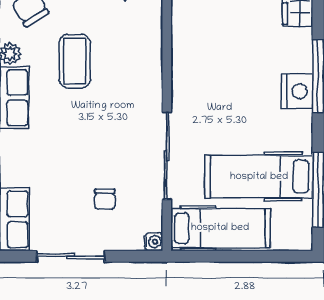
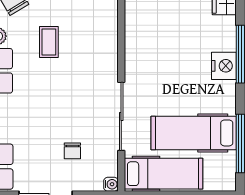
coffee table: (75, 61) -> (49, 42), width x0.73, depth x0.77

